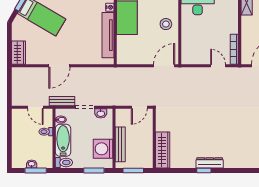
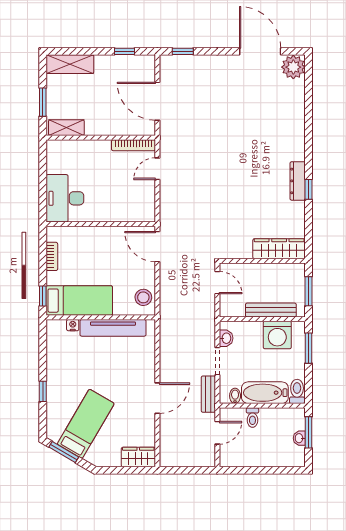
stool: (166, 24) -> (143, 297), moved
door: (59, 66) -> (157, 398), hinge flipped

